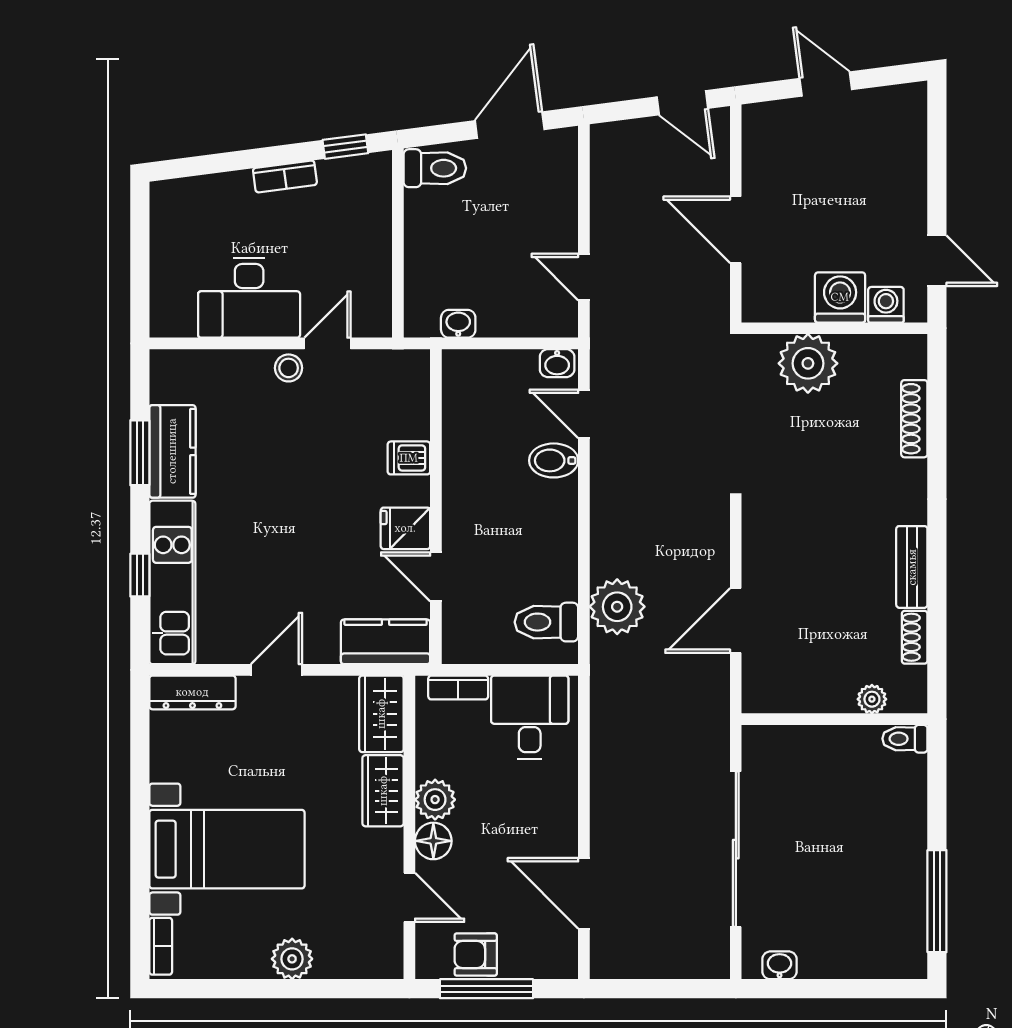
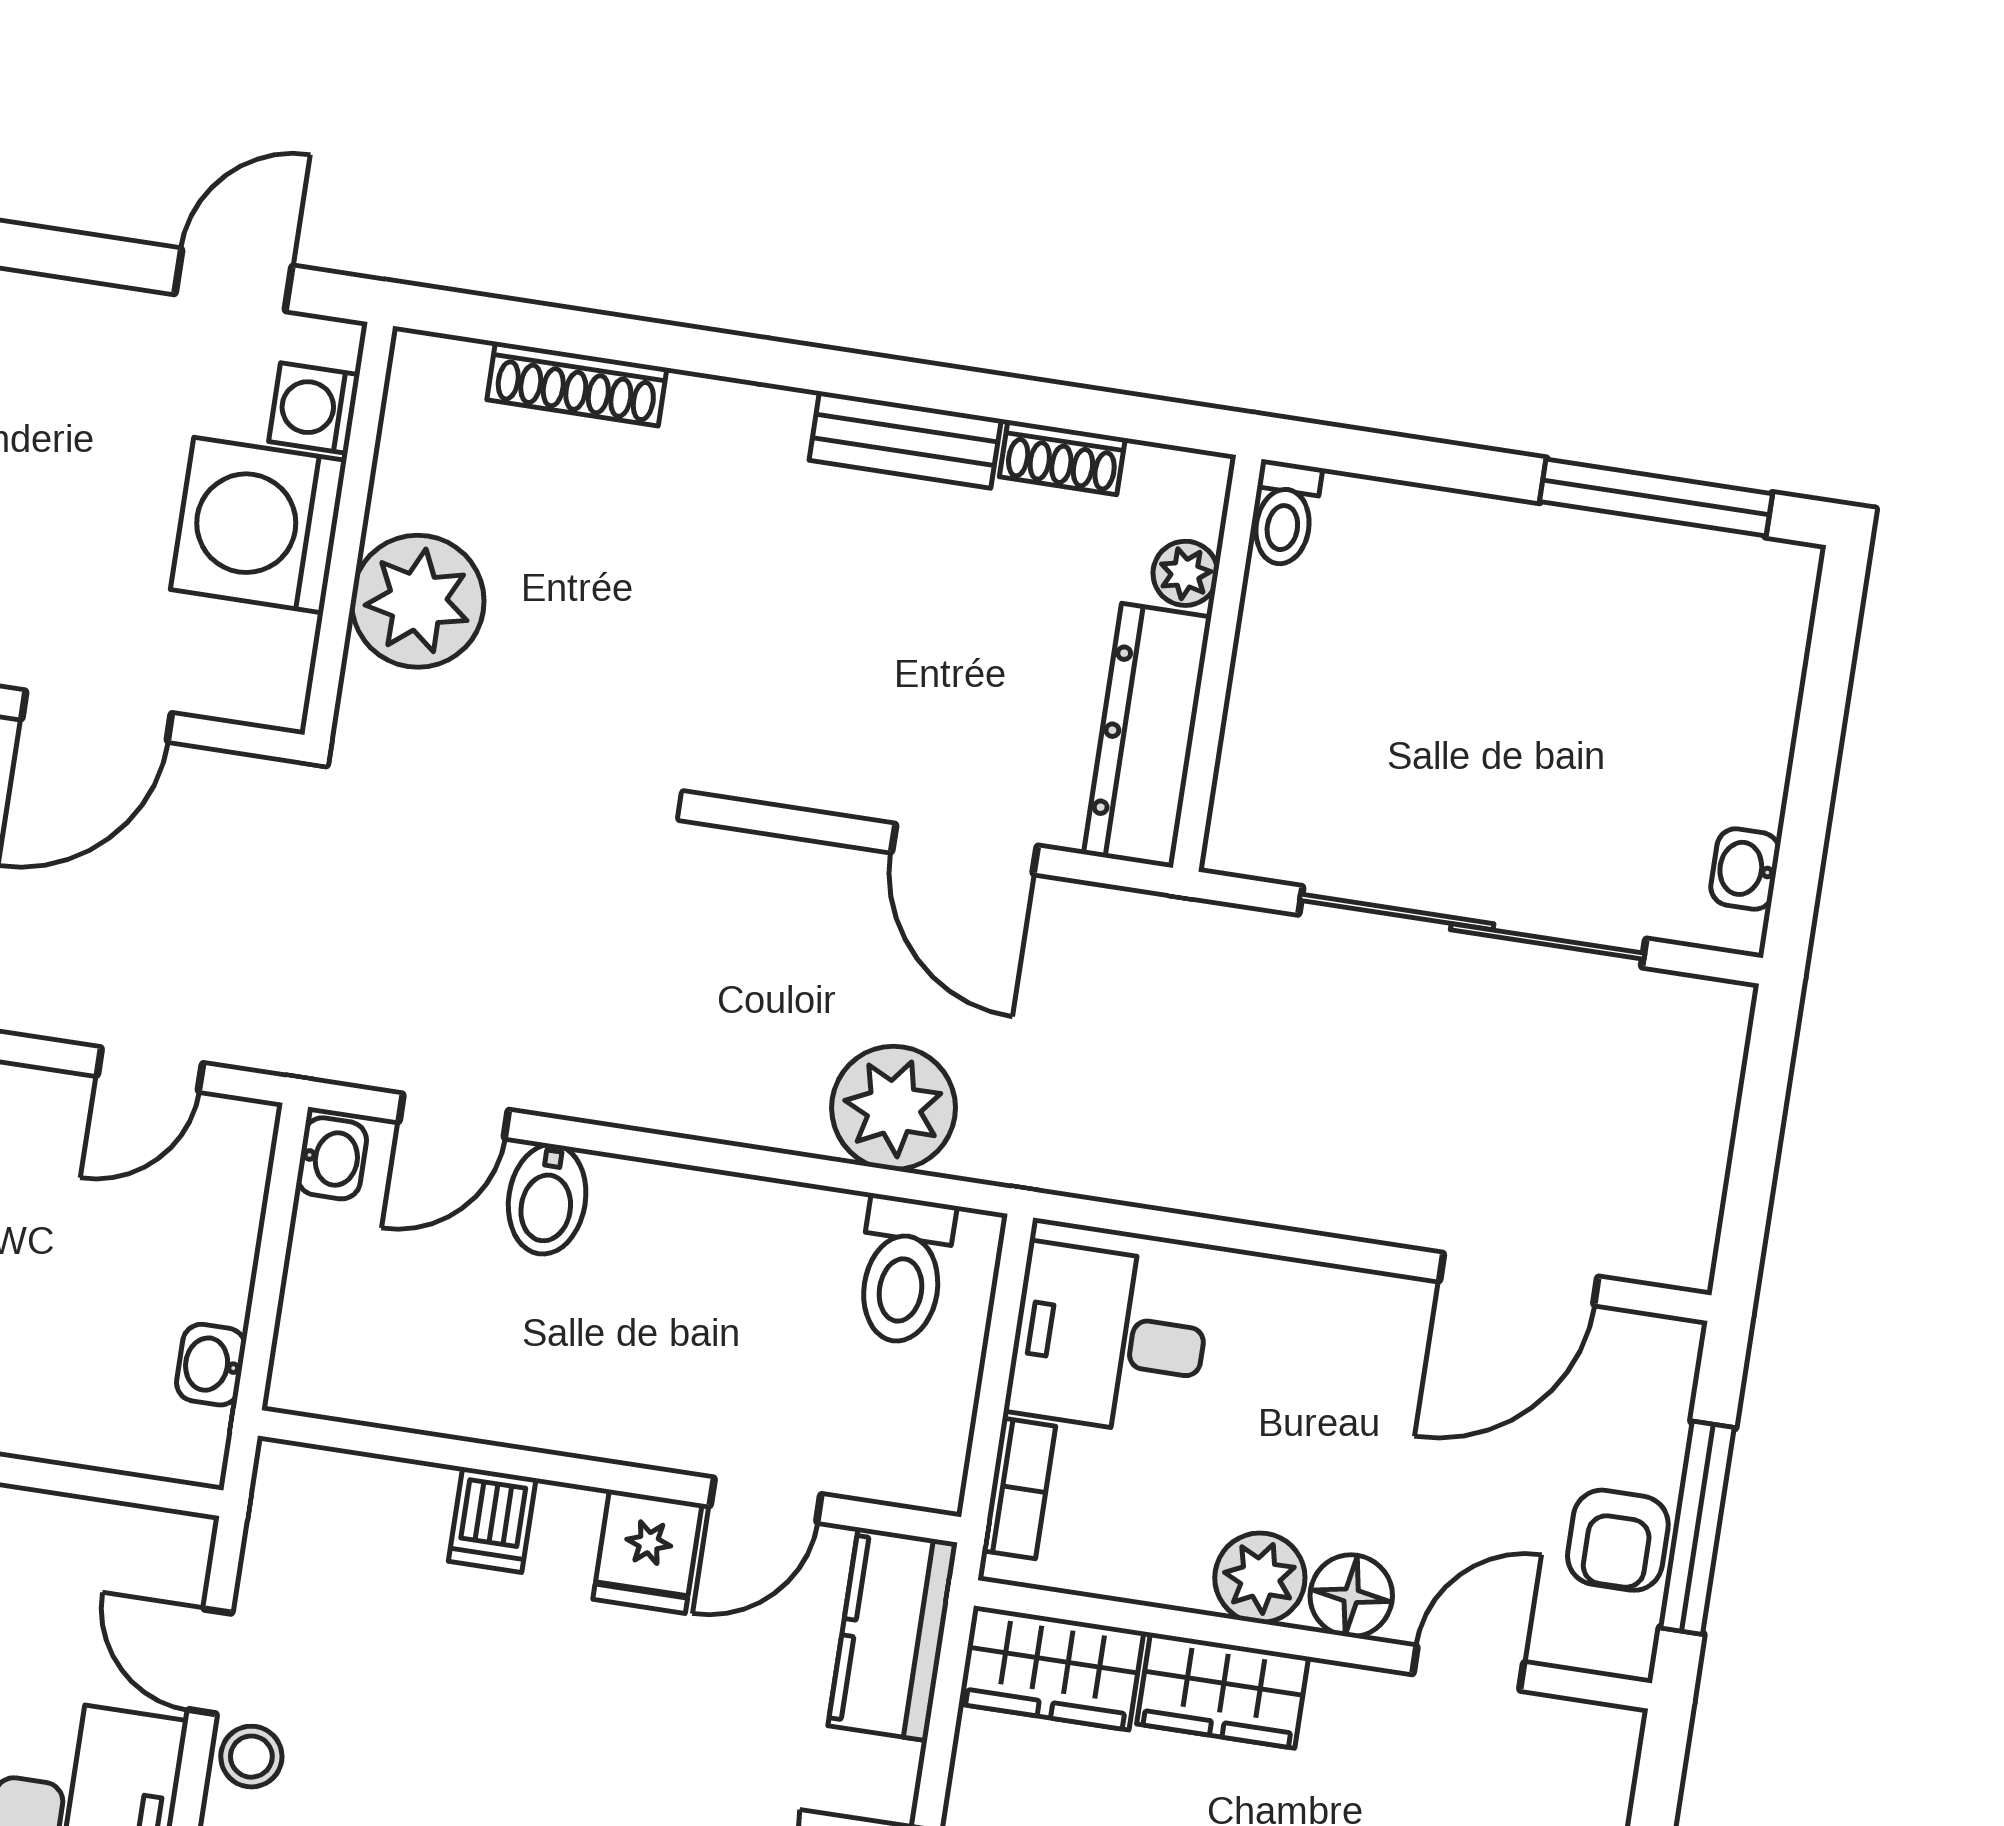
washing machine: (840, 297) -> (258, 525), width x1.37, depth x1.37
dresser: (798, 693) -> (1147, 736), added

